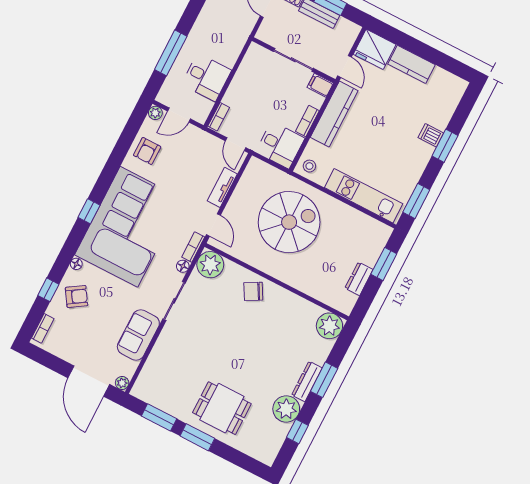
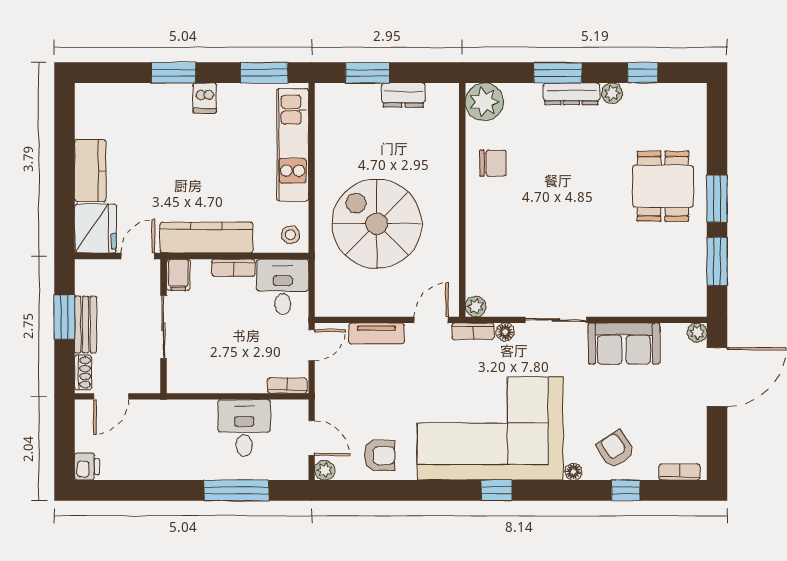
dishwasher: (431, 135) -> (205, 98), moved
plant: (210, 265) -> (476, 306), width x0.53, depth x0.53
chair: (253, 291) -> (493, 163), moved, turned -61
plant: (286, 409) -> (612, 93), width x0.53, depth x0.53

